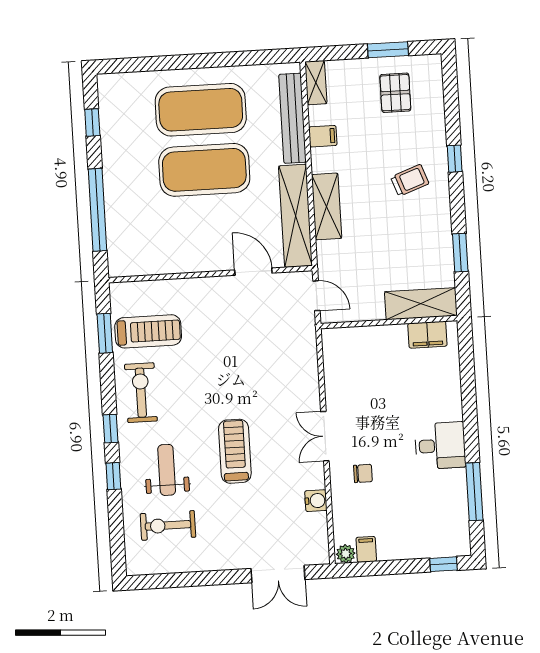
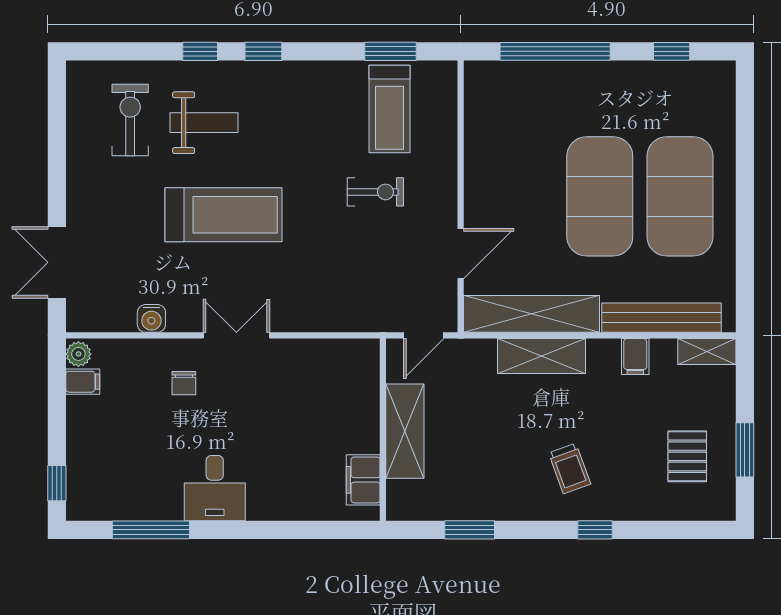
pallet: (395, 93) -> (687, 456), turned 90
shelving: (421, 304) -> (405, 431), moved
exercise bike: (141, 393) -> (375, 192), moved, width x0.73, depth x0.72
treadmill: (235, 451) -> (224, 215), width x1.37, depth x1.38

